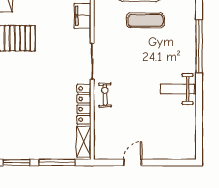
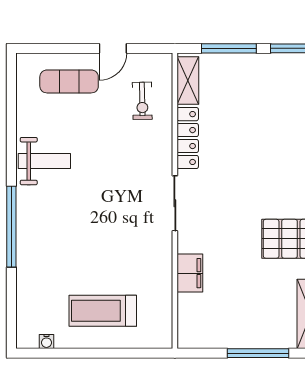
exercise mat: (145, 20) -> (69, 81), moved
exercise bike: (105, 95) -> (142, 101), moved

